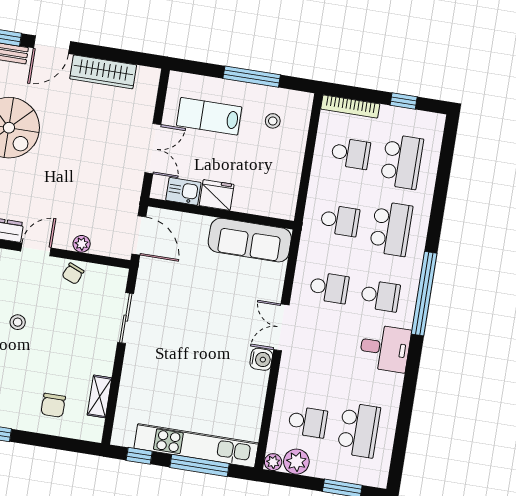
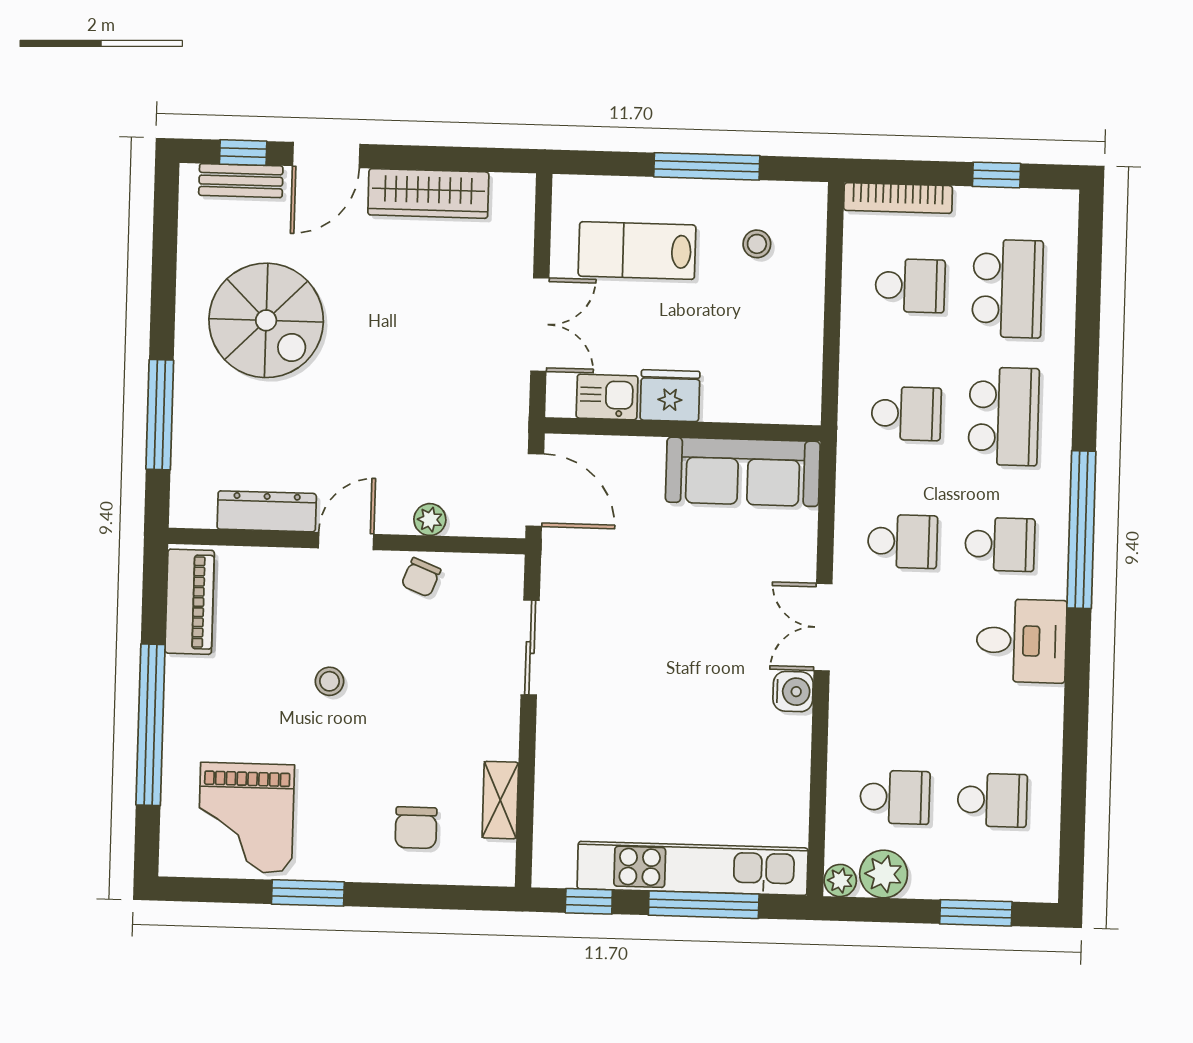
school desk: (359, 430) -> (992, 800), width x0.54

